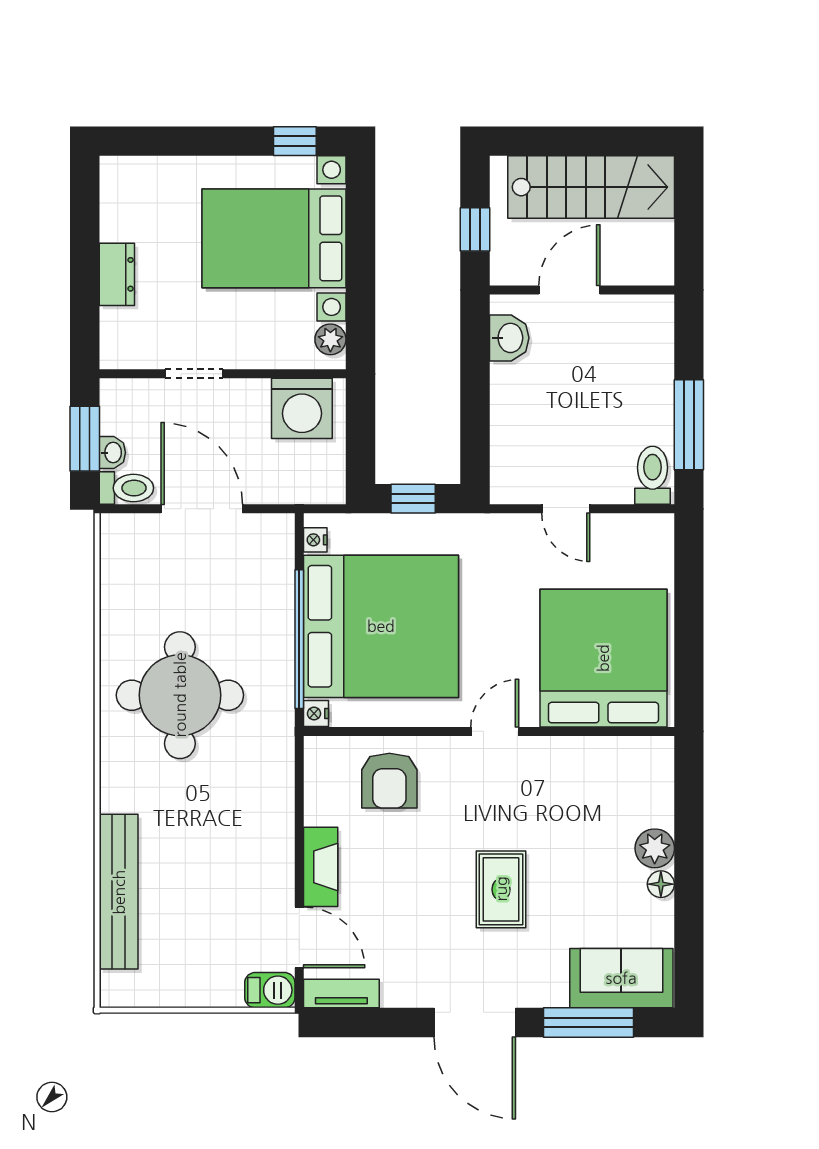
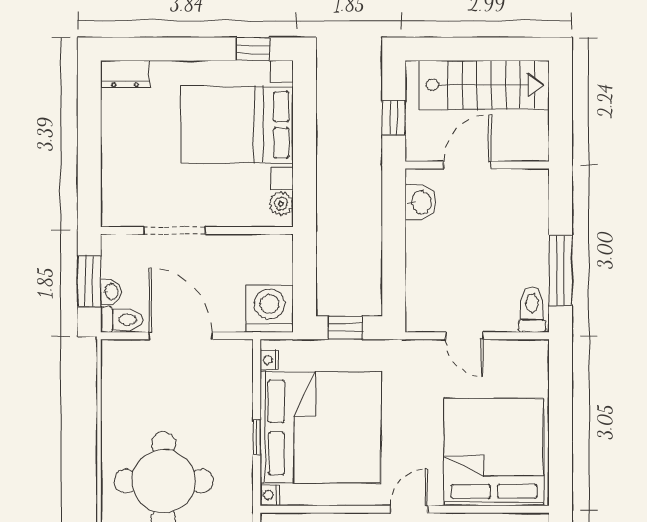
dresser: (117, 274) -> (125, 74), moved, turned 90
doorway: (194, 374) -> (175, 230), width x1.38
washing machine: (302, 408) -> (269, 309), moved, turned 180
window: (299, 639) -> (257, 437), width x0.32

